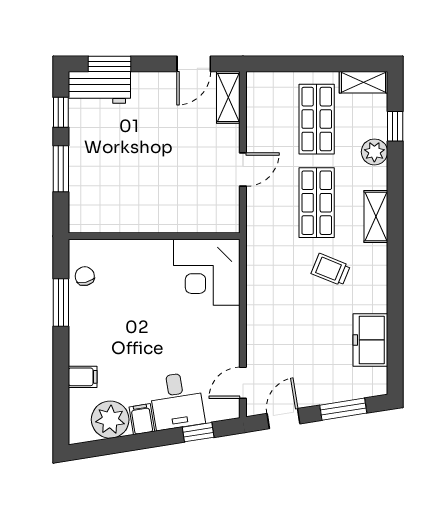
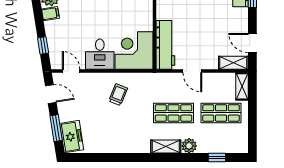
shelving: (363, 82) -> (242, 86), moved
plant: (374, 152) -> (189, 146), moved
workbench: (197, 217) -> (165, 45), added
trolley: (331, 270) -> (118, 95), moved
freezer: (370, 340) -> (72, 137), moved, turned 81
desk: (177, 401) -> (100, 54), moved, turned -81

